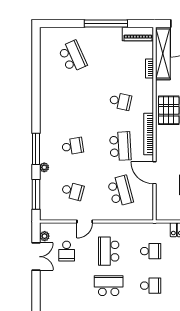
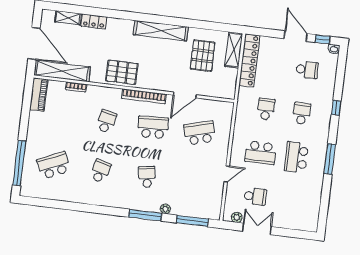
window: (106, 24) -> (19, 163), moved
school desk: (73, 191) -> (100, 171), moved
door: (85, 222) -> (227, 174), hinge flipped

